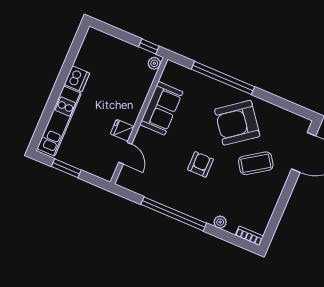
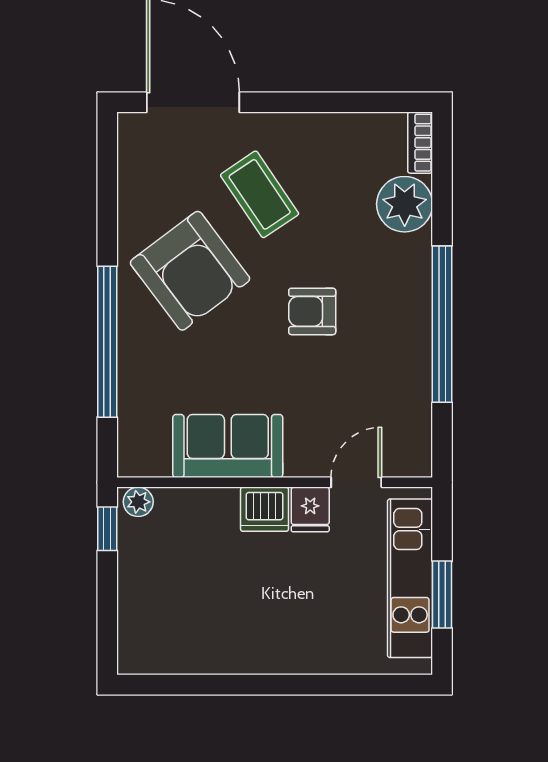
dishwasher: (77, 79) -> (265, 509), moved, turned 180
kitchen unit: (59, 121) -> (410, 578), moved, turned -90
plant: (220, 222) -> (405, 204), width x1.87, depth x1.87

